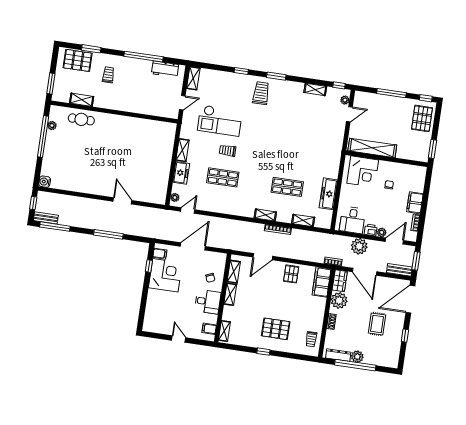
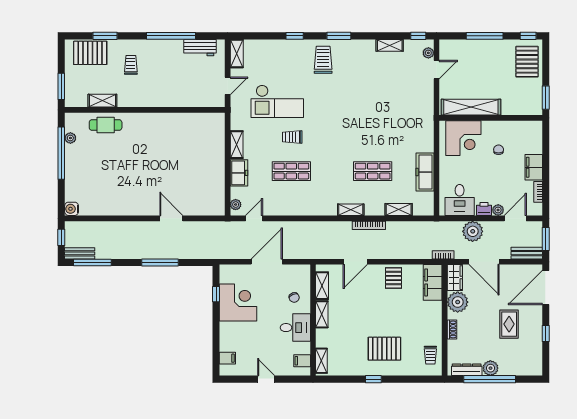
filing cabinet: (160, 254) -> (227, 358), moved

